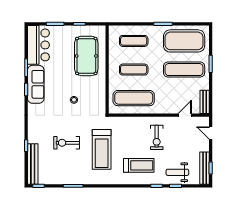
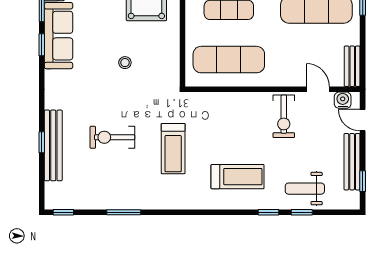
door: (185, 115) -> (318, 89), hinge flipped
water cooler: (199, 121) -> (343, 100), added
exercise bike: (157, 137) -> (284, 116), moved
treadmill: (102, 149) -> (173, 149), width x0.73, depth x0.73
bench: (33, 164) -> (53, 145), moved
bench: (205, 168) -> (352, 162), moved

